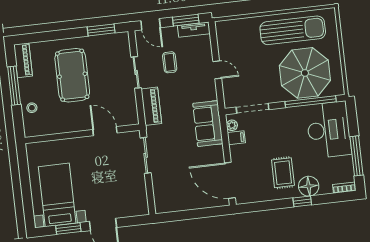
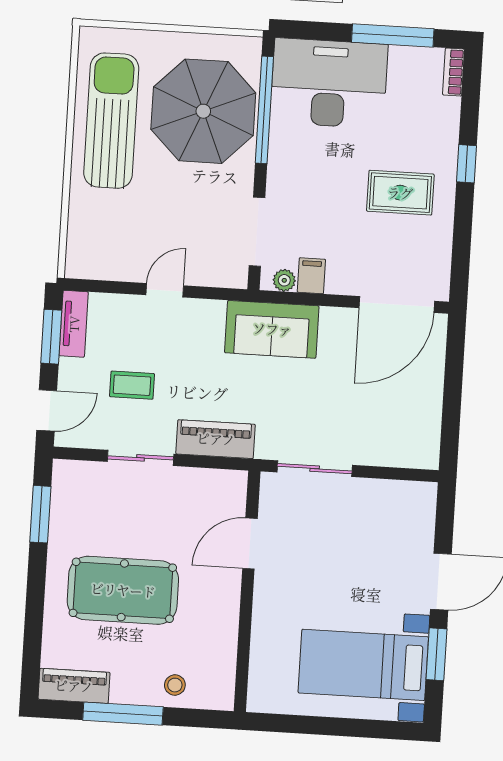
floor lamp: (309, 186) -> (438, 145), removed

